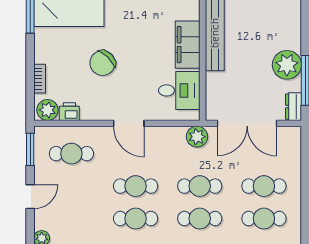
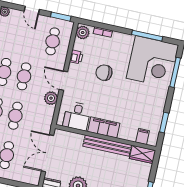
chair: (103, 63) -> (104, 73), turned -45
printer: (69, 112) -> (76, 57), moved
door: (129, 123) -> (63, 81), hinge flipped
plant: (197, 137) -> (51, 98), moved

